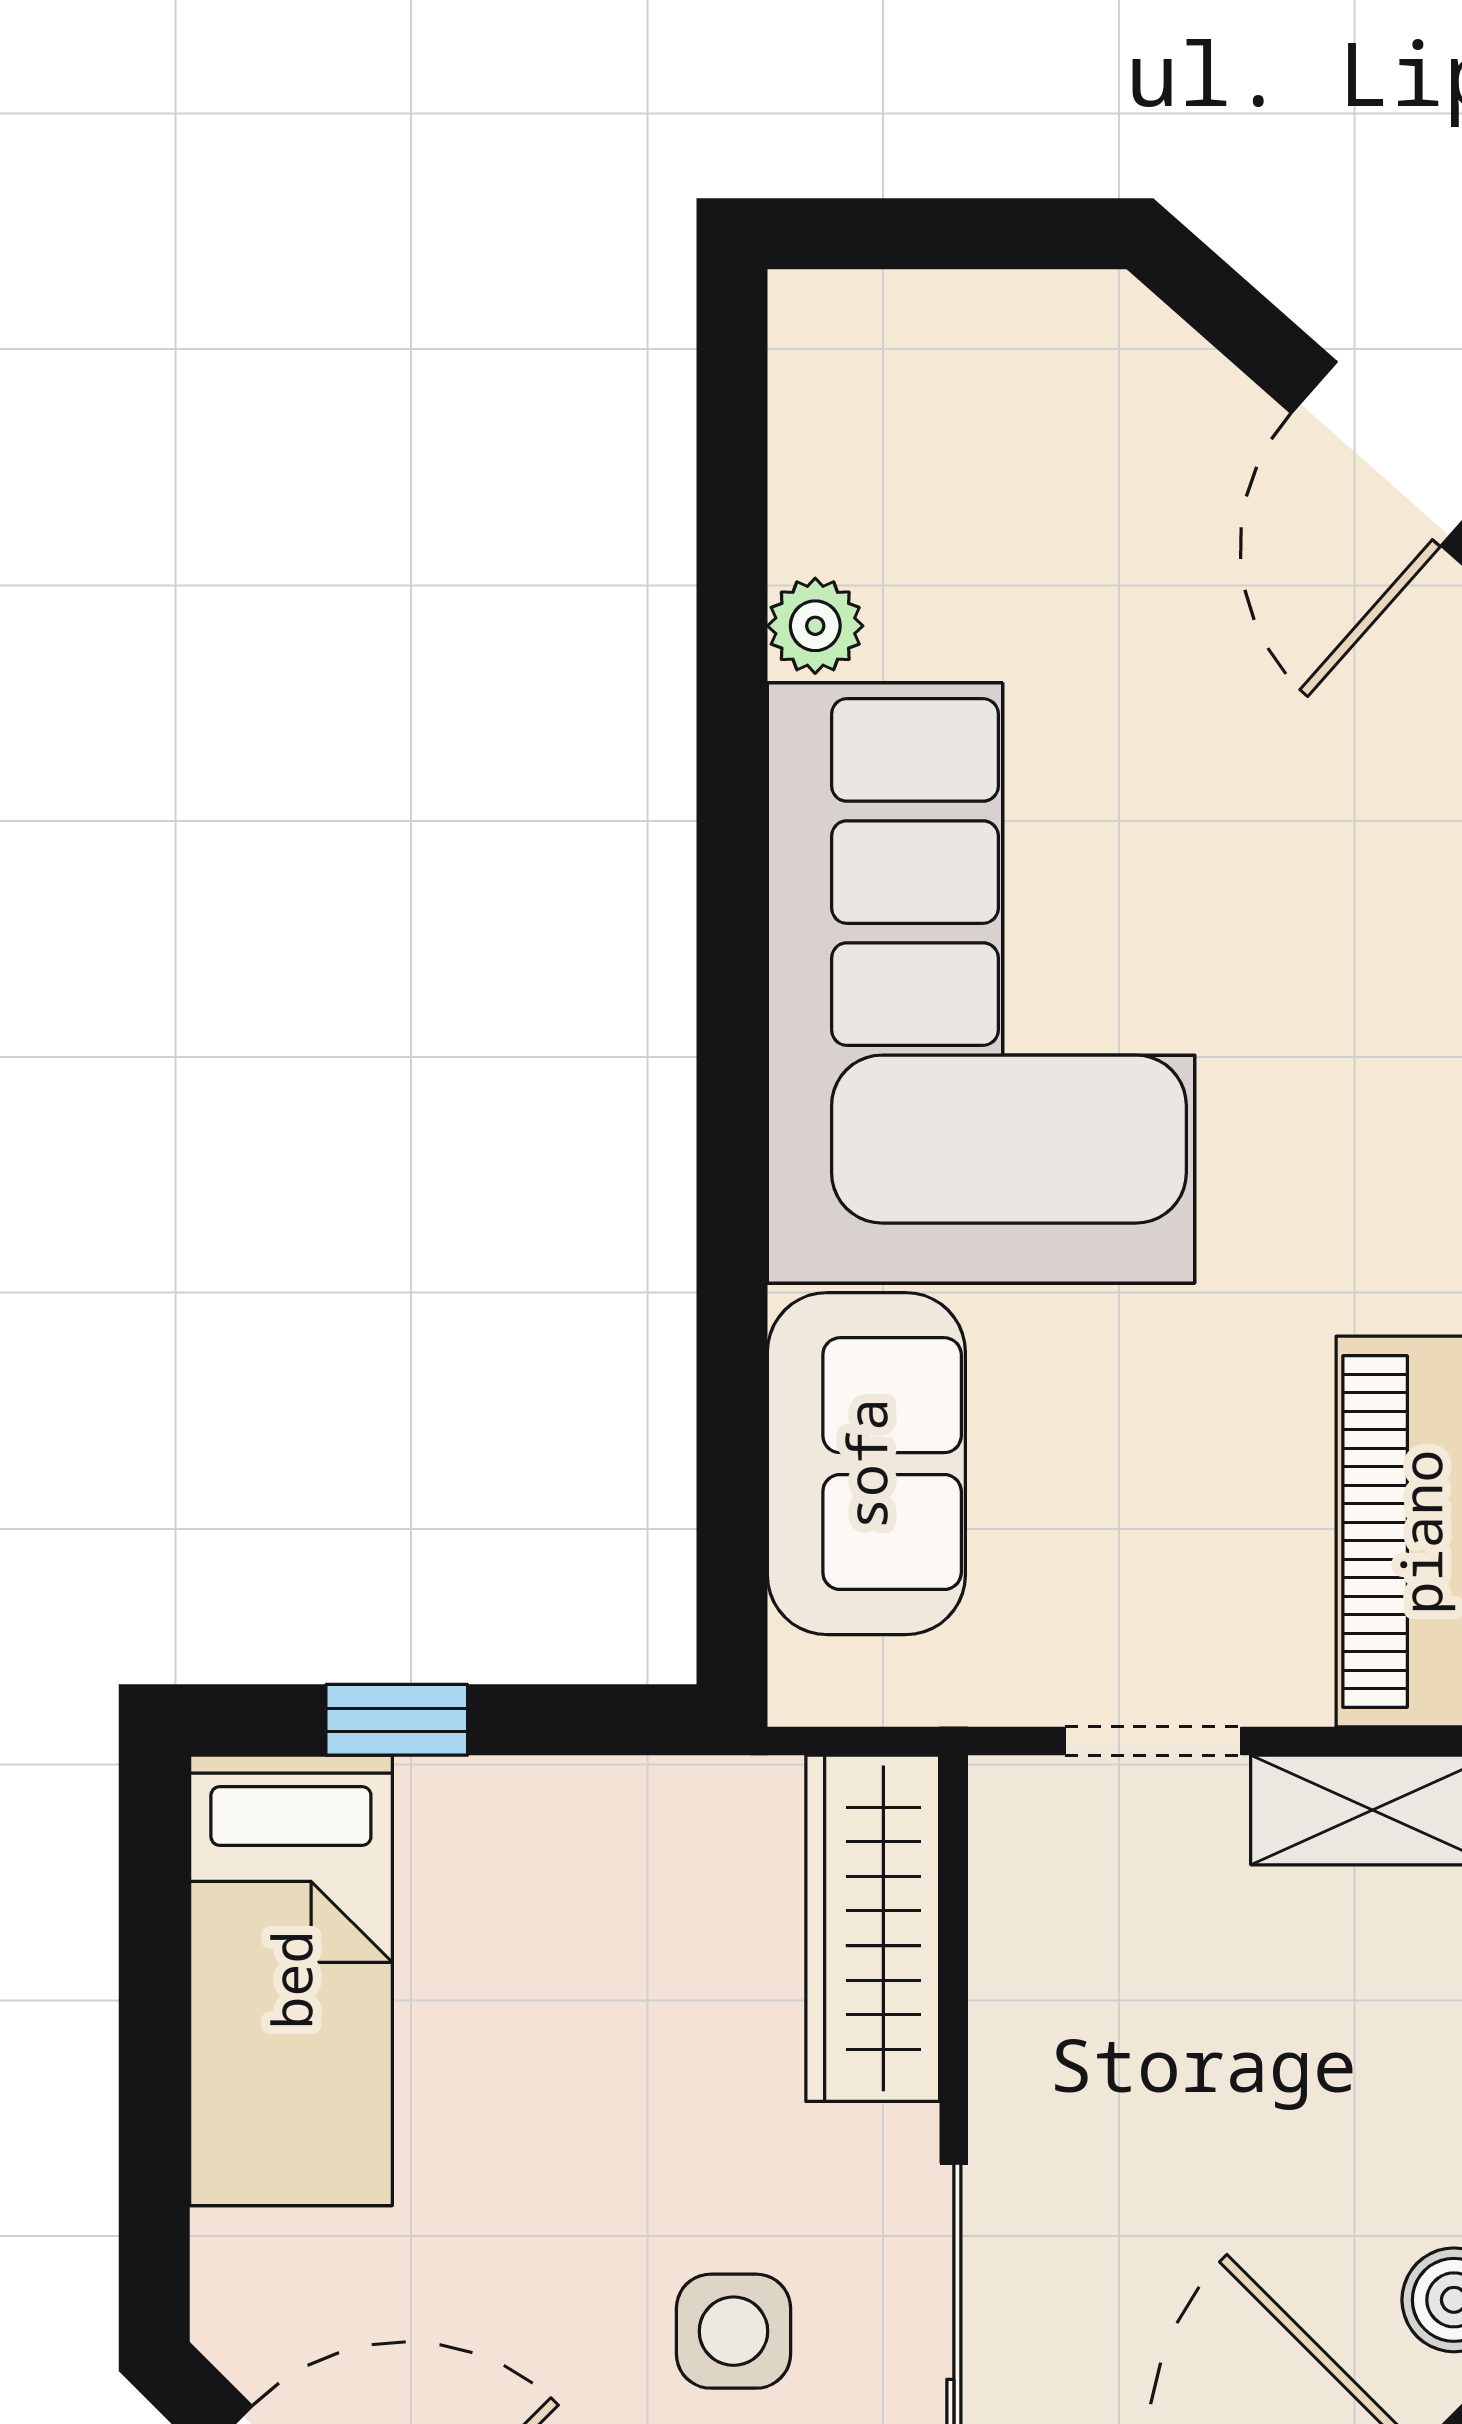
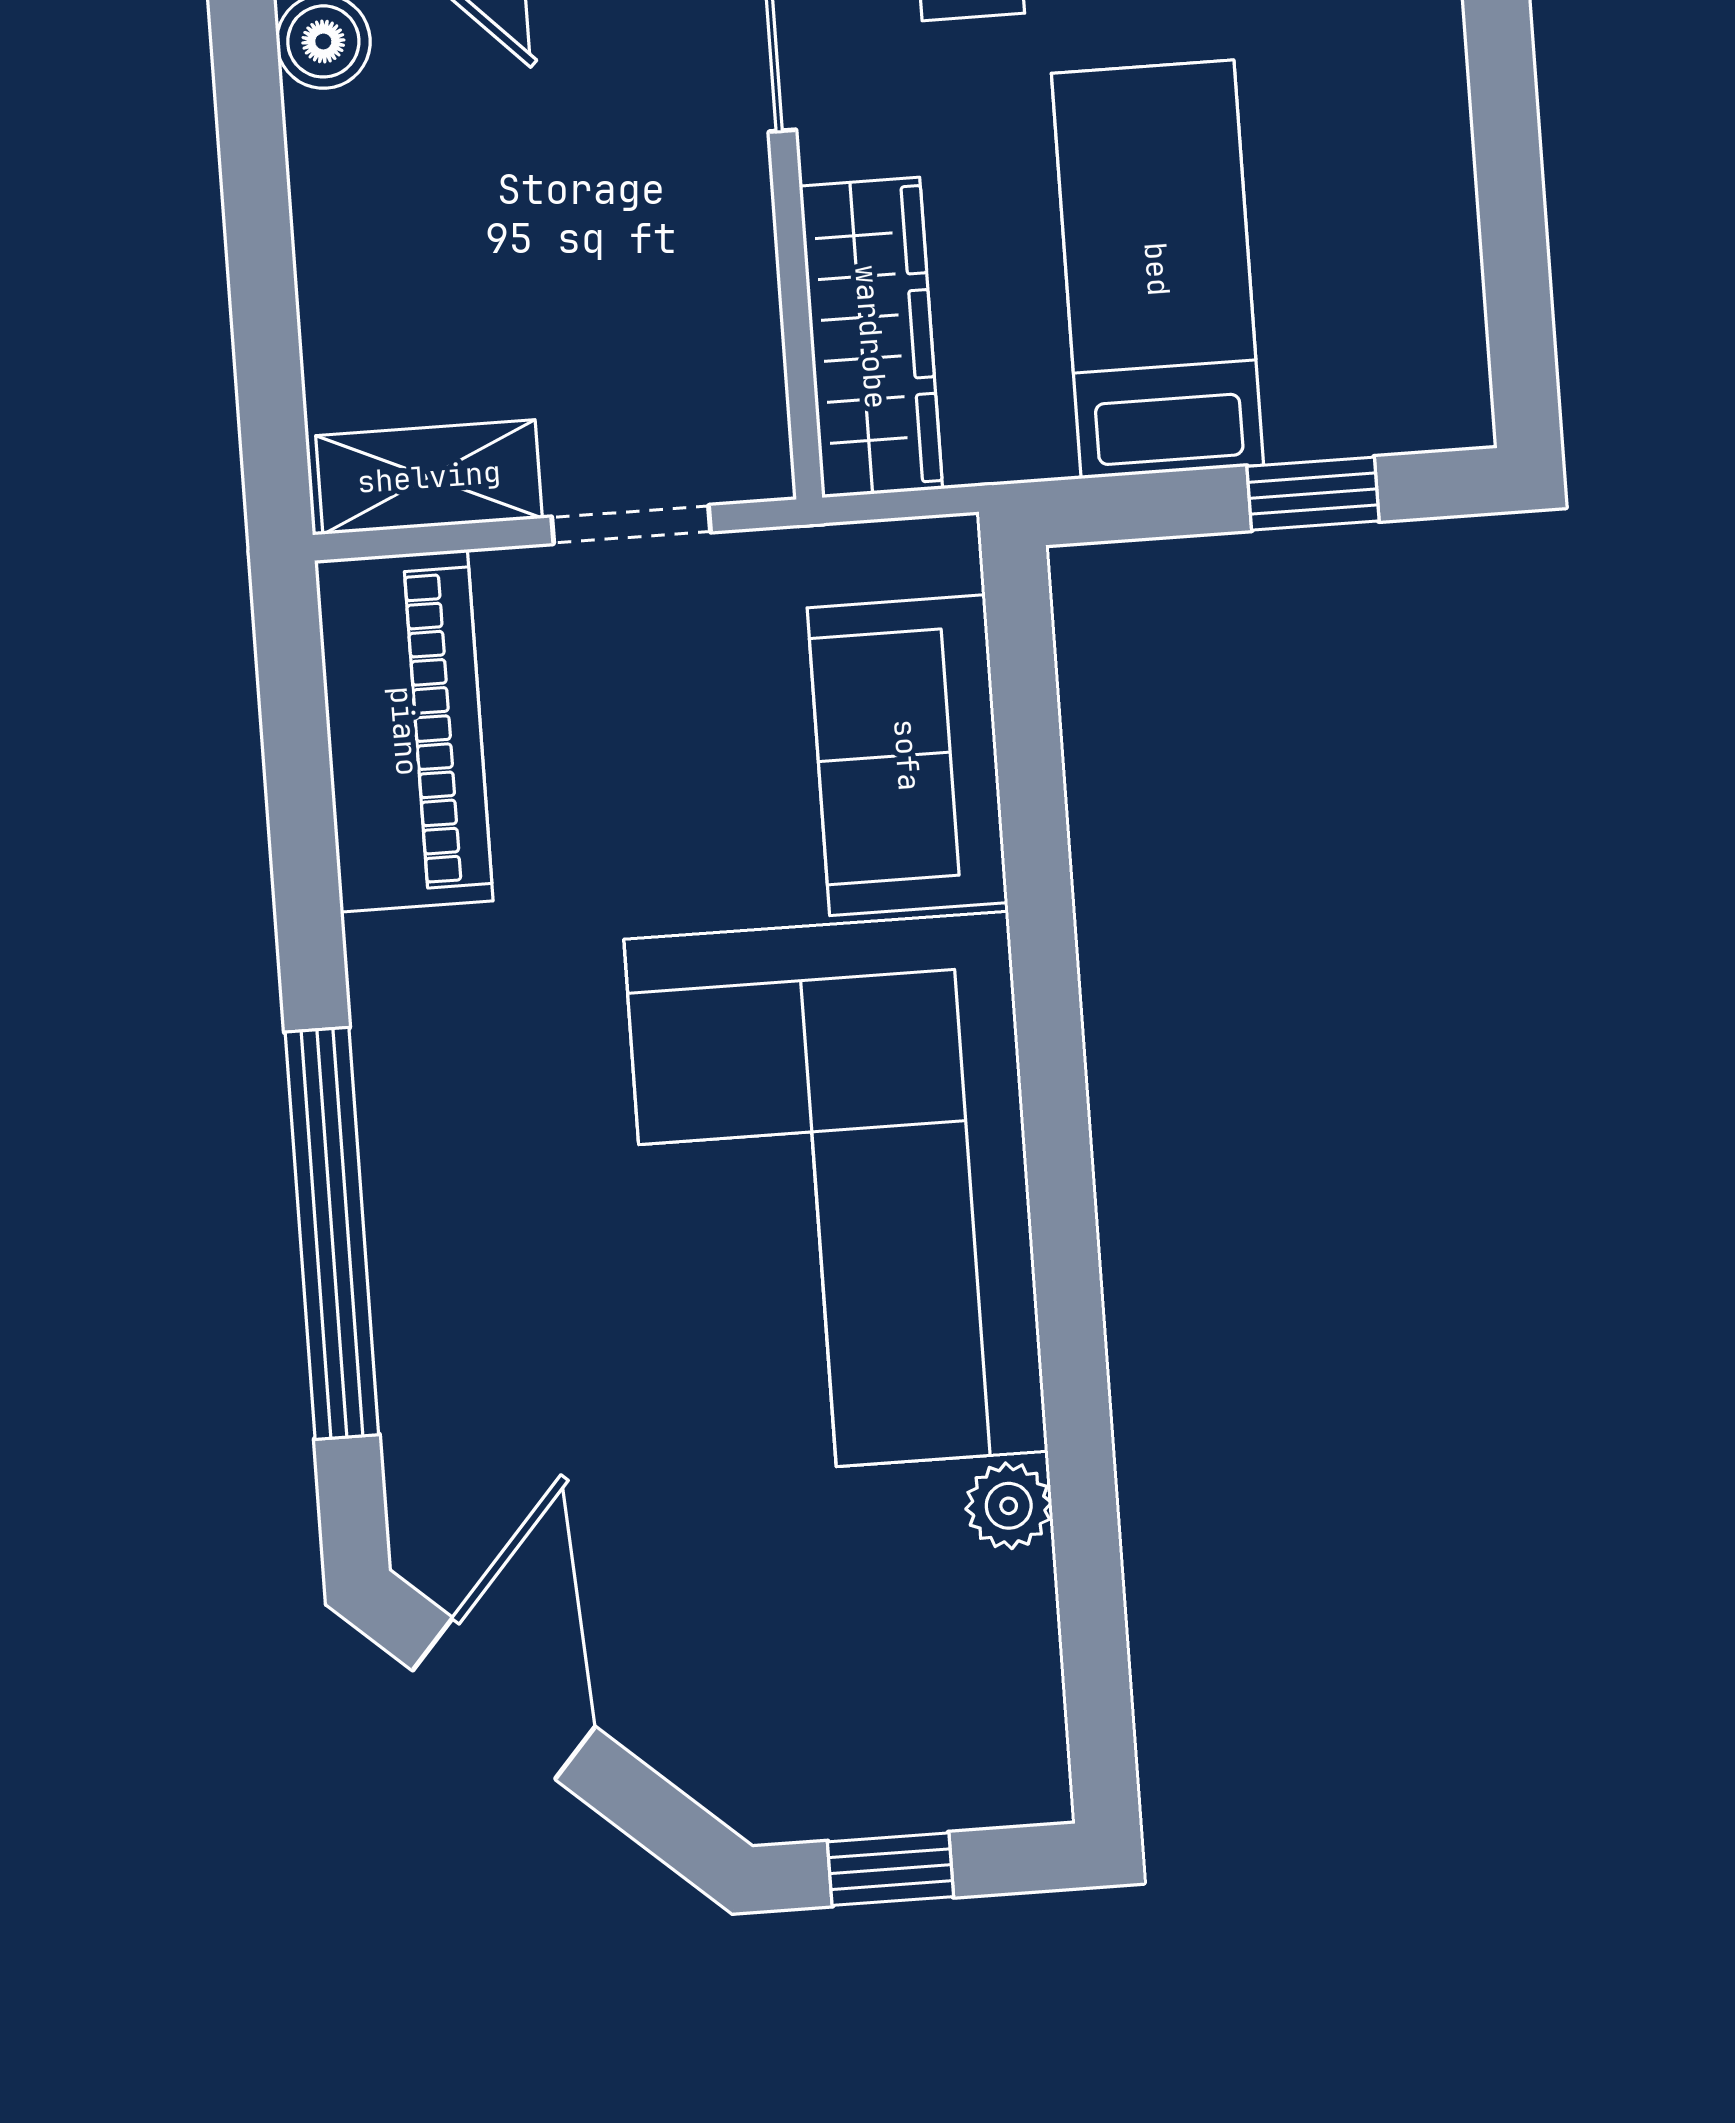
window: (975, 234) -> (890, 1869), added
bed: (291, 1980) -> (1157, 269), moved

